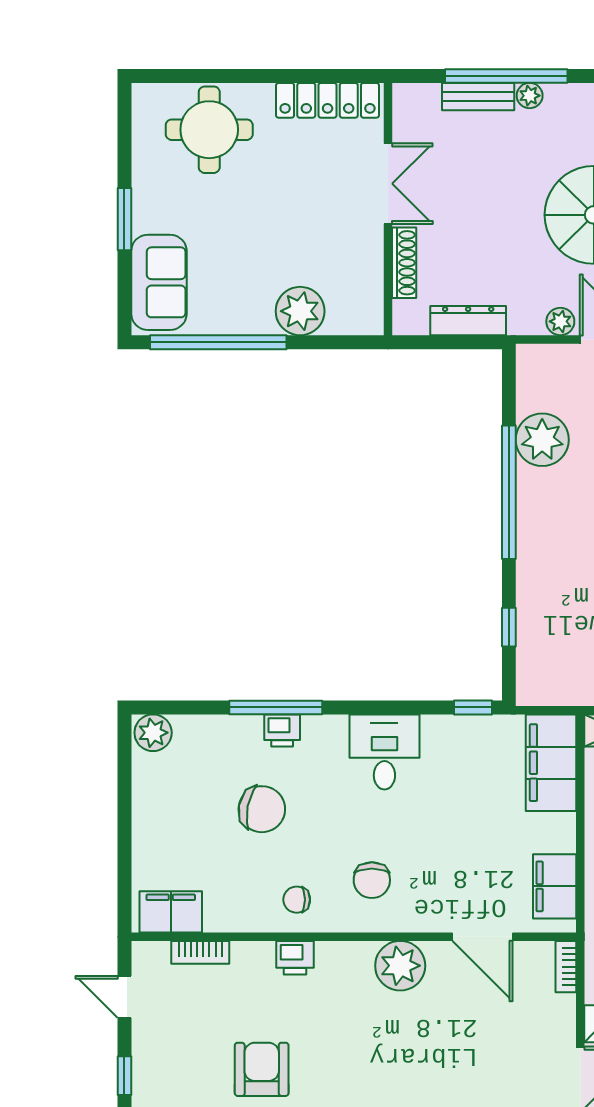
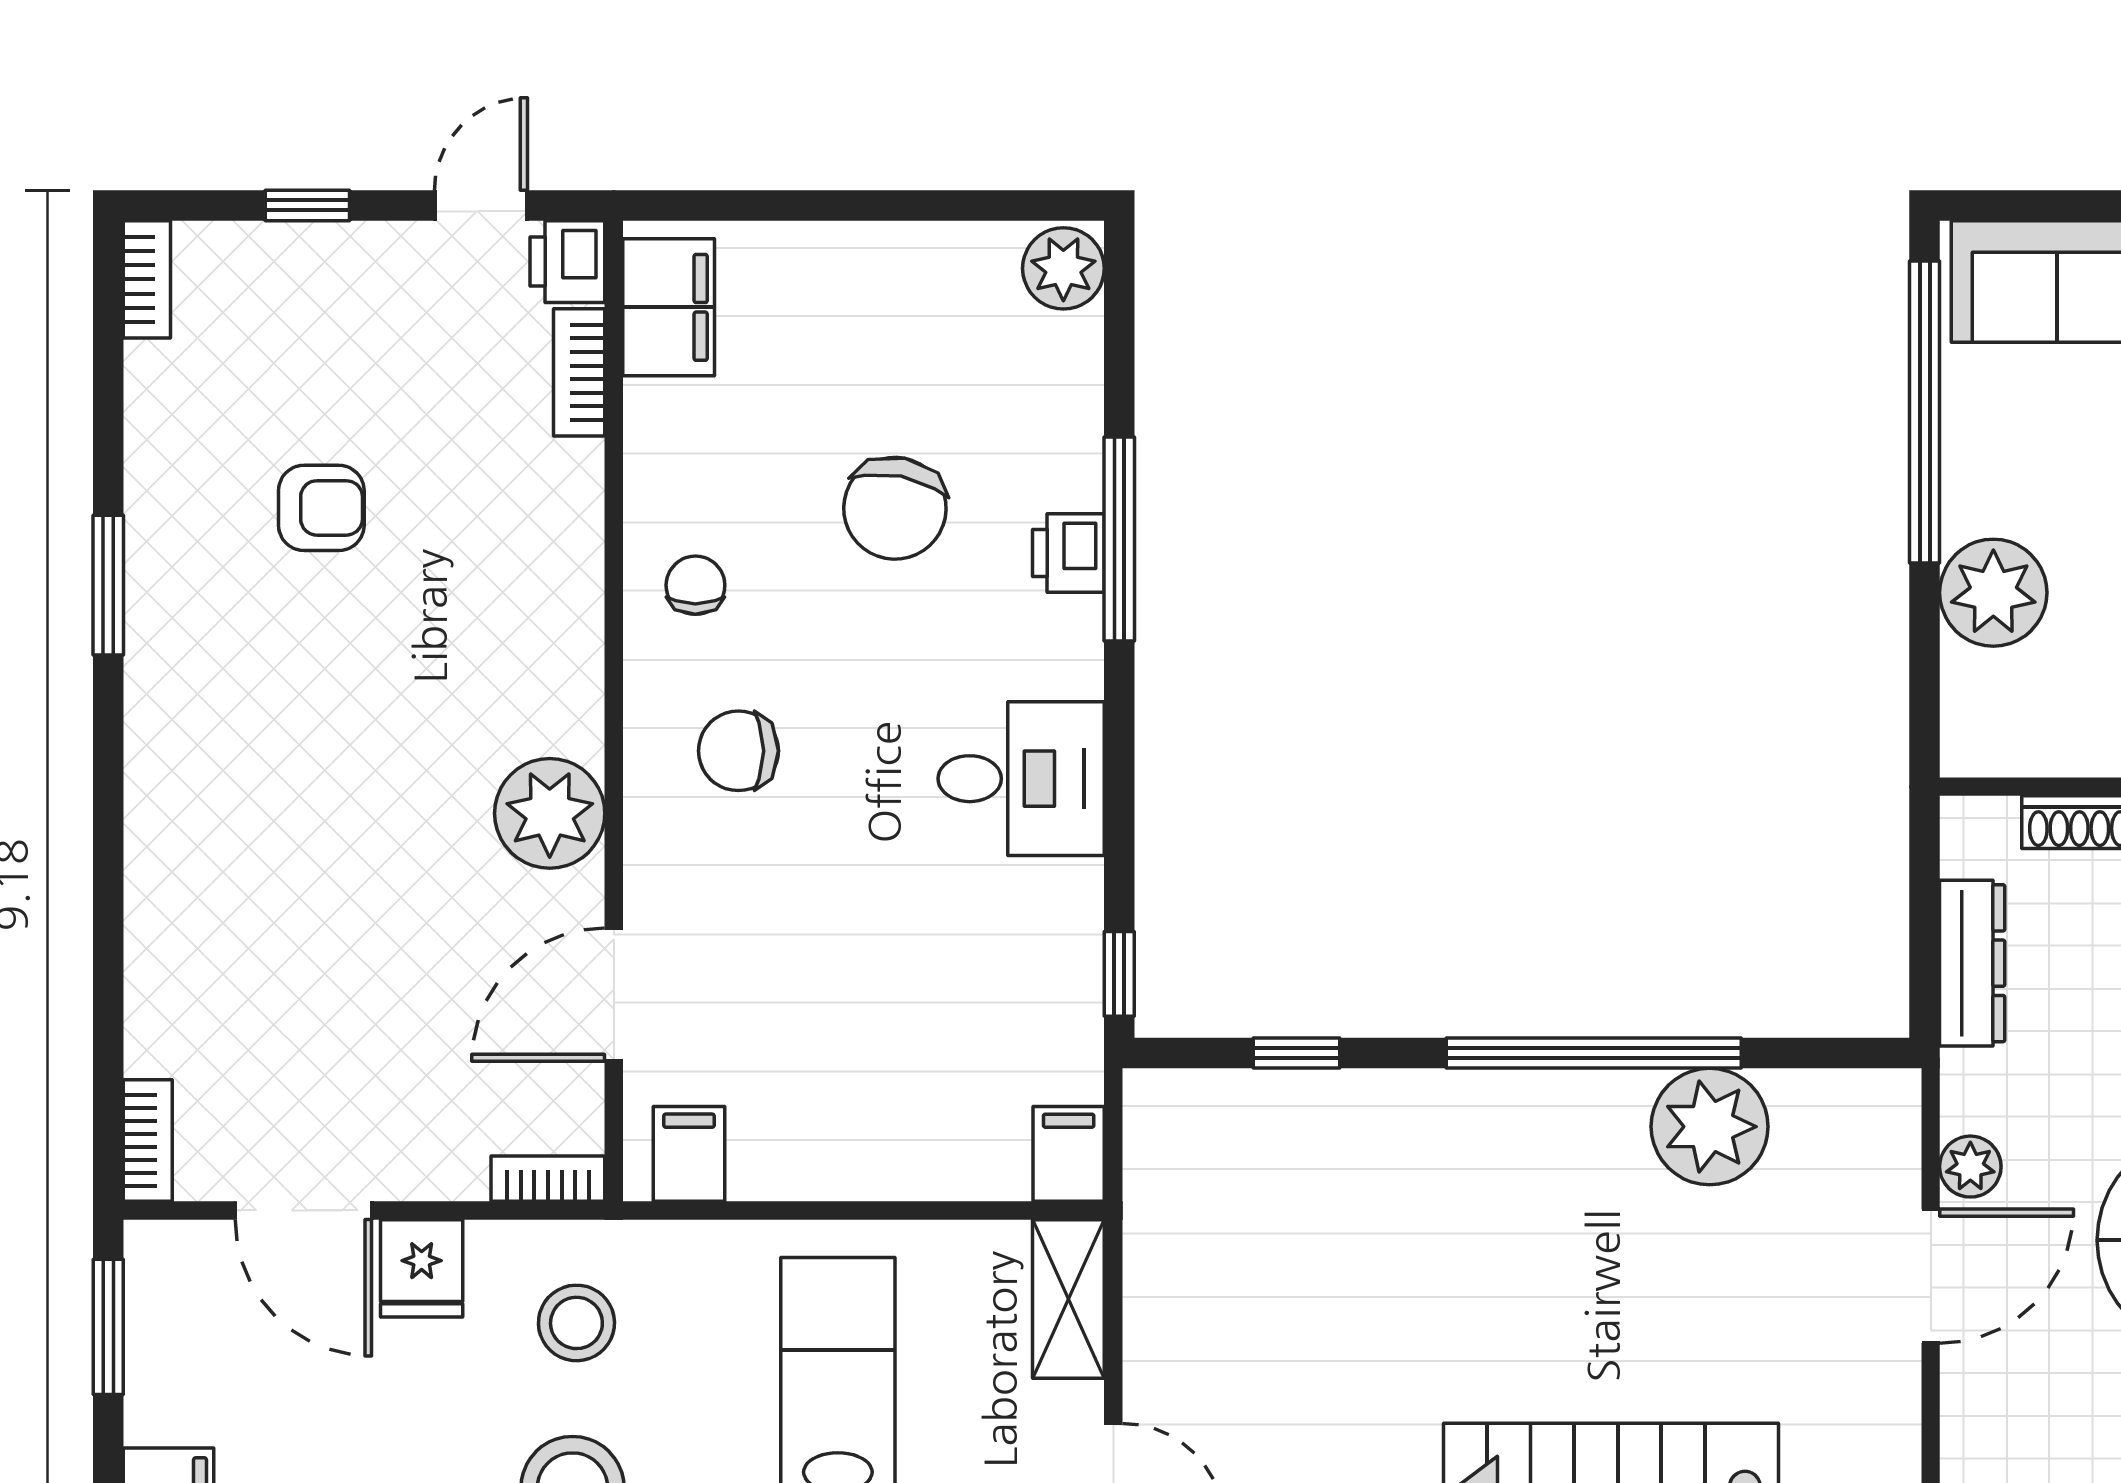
filing cabinet: (551, 763) -> (1069, 1154), width x0.33, depth x0.86
filing cabinet: (555, 886) -> (689, 1154), width x0.50
printer: (295, 958) -> (567, 262), moved
armchair: (262, 1069) -> (321, 508), width x0.72, depth x0.72

